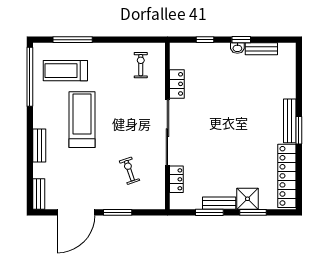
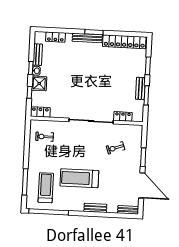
treadmill: (65, 71) -> (46, 188), turned 180
locker: (289, 74) -> (55, 37), added
locker: (177, 84) -> (40, 112), moved
shower: (248, 199) -> (39, 83), moved

